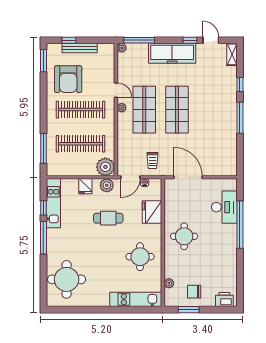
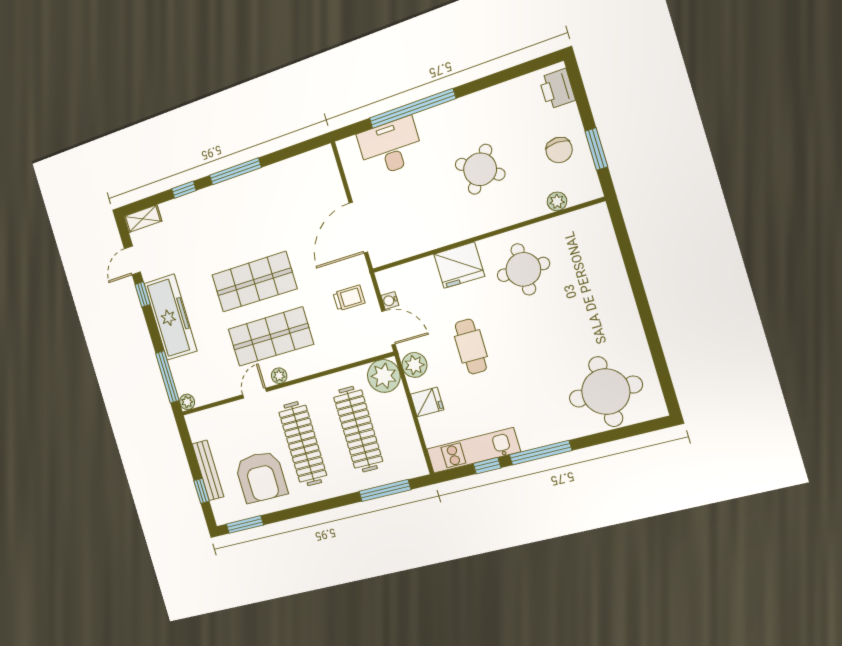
armchair: (68, 79) -> (261, 477), turned 90
fridge: (152, 212) -> (459, 265), moved
round table: (184, 236) -> (480, 169), moved, turned 33
kitchen unit: (136, 299) -> (606, 253), removed

